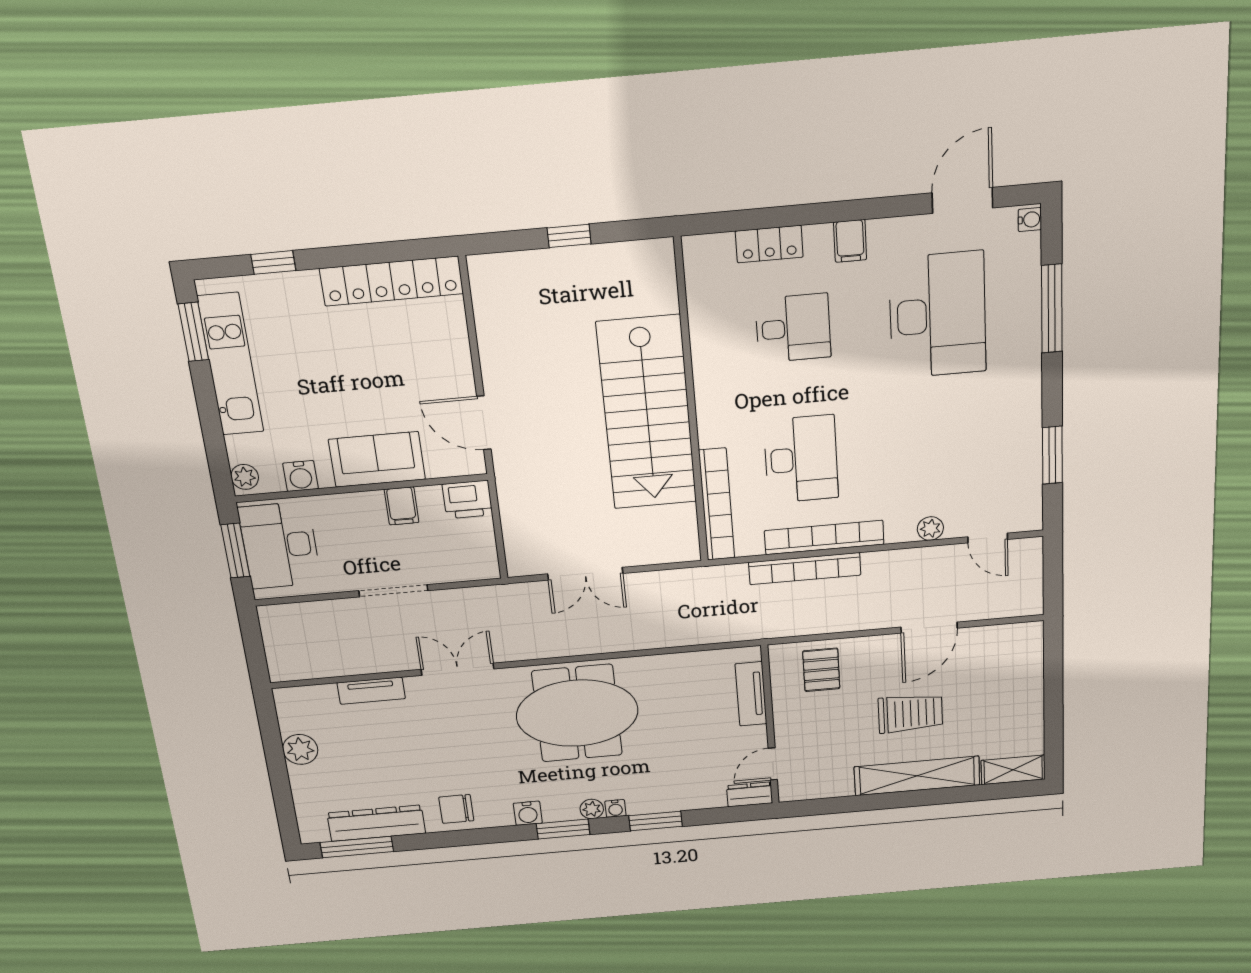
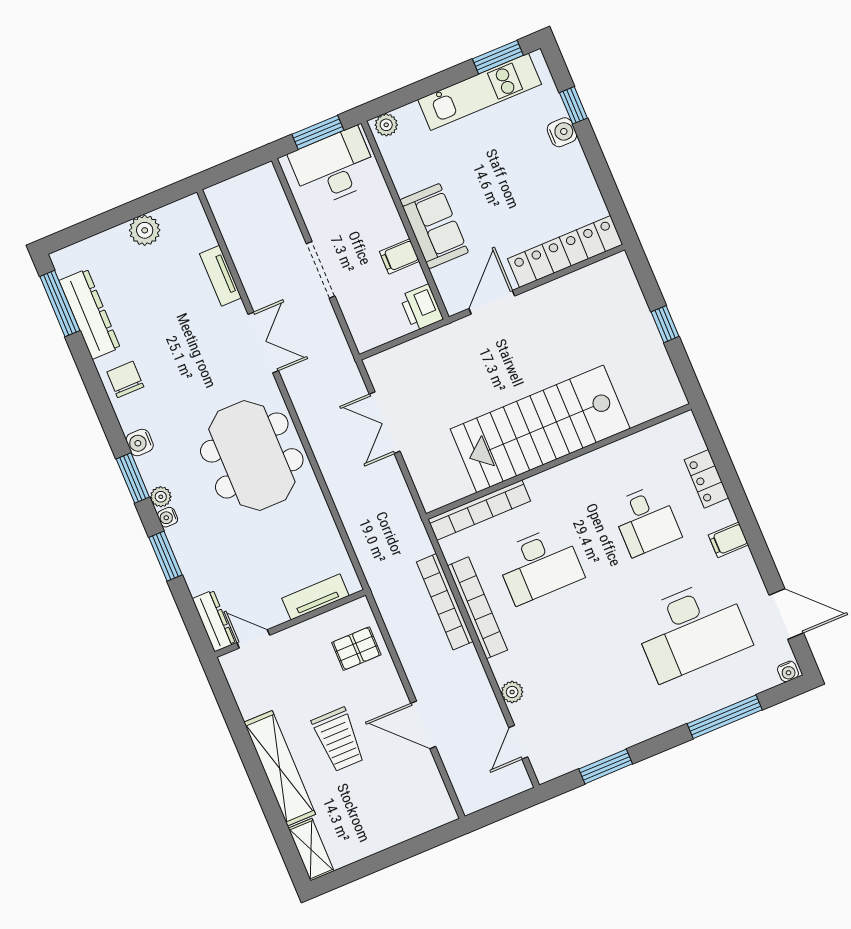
locker: (392, 281) -> (565, 252), moved, turned 90
water cooler: (300, 476) -> (562, 132), moved, turned 180
dresser: (750, 794) -> (214, 621), width x1.44

